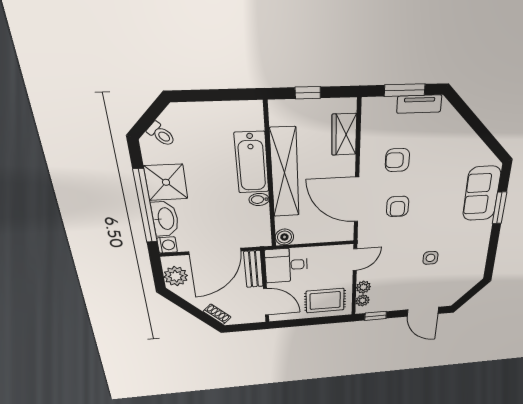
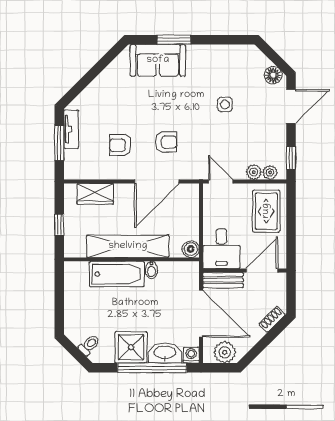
armchair: (397, 160) -> (120, 145), turned 90
floor lamp: (453, 295) -> (273, 75), added

